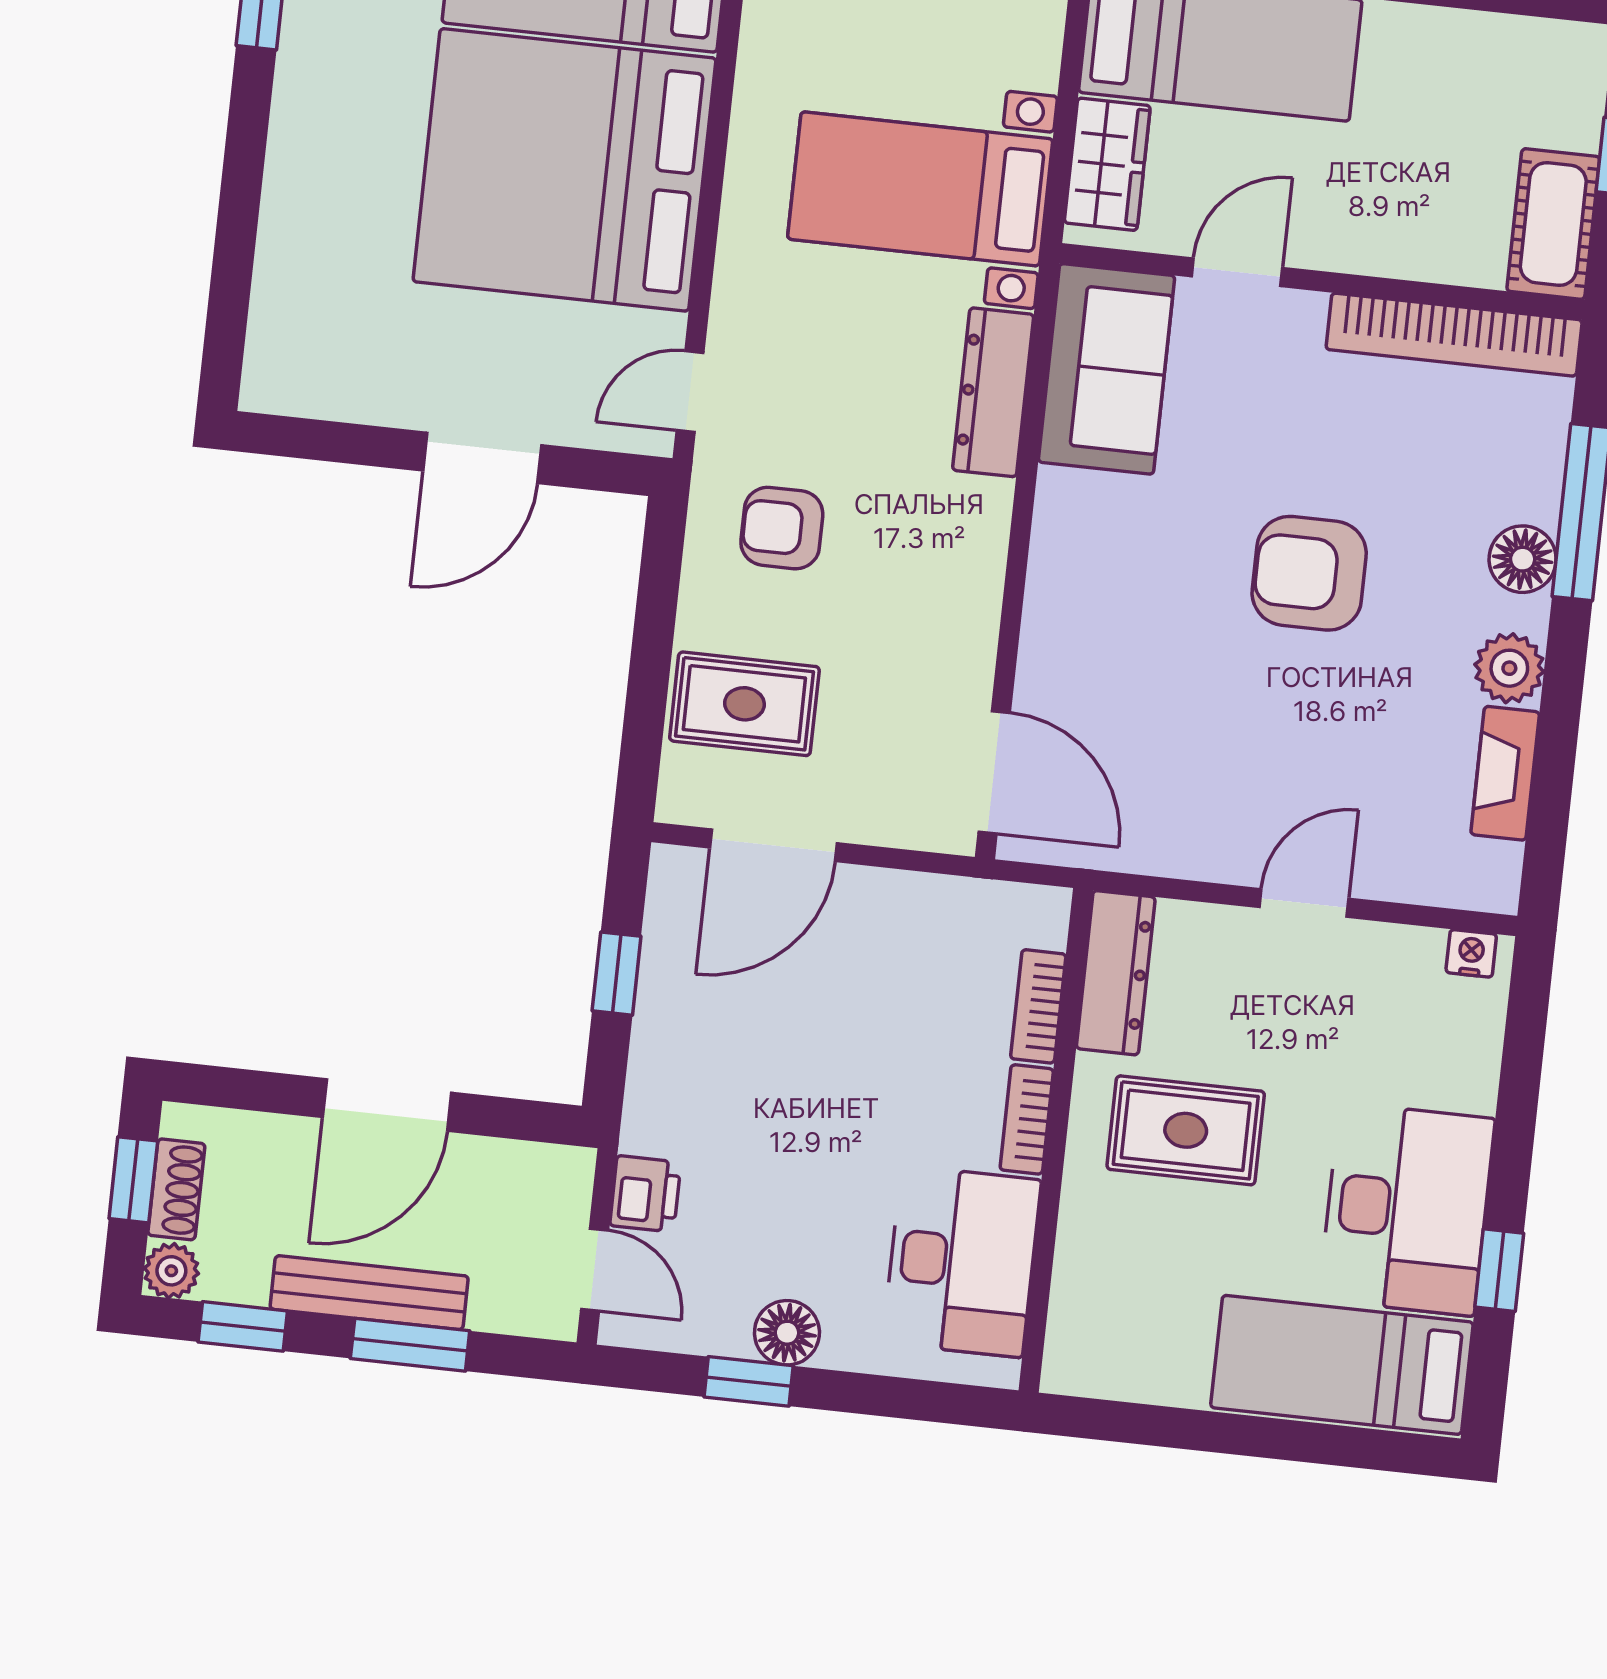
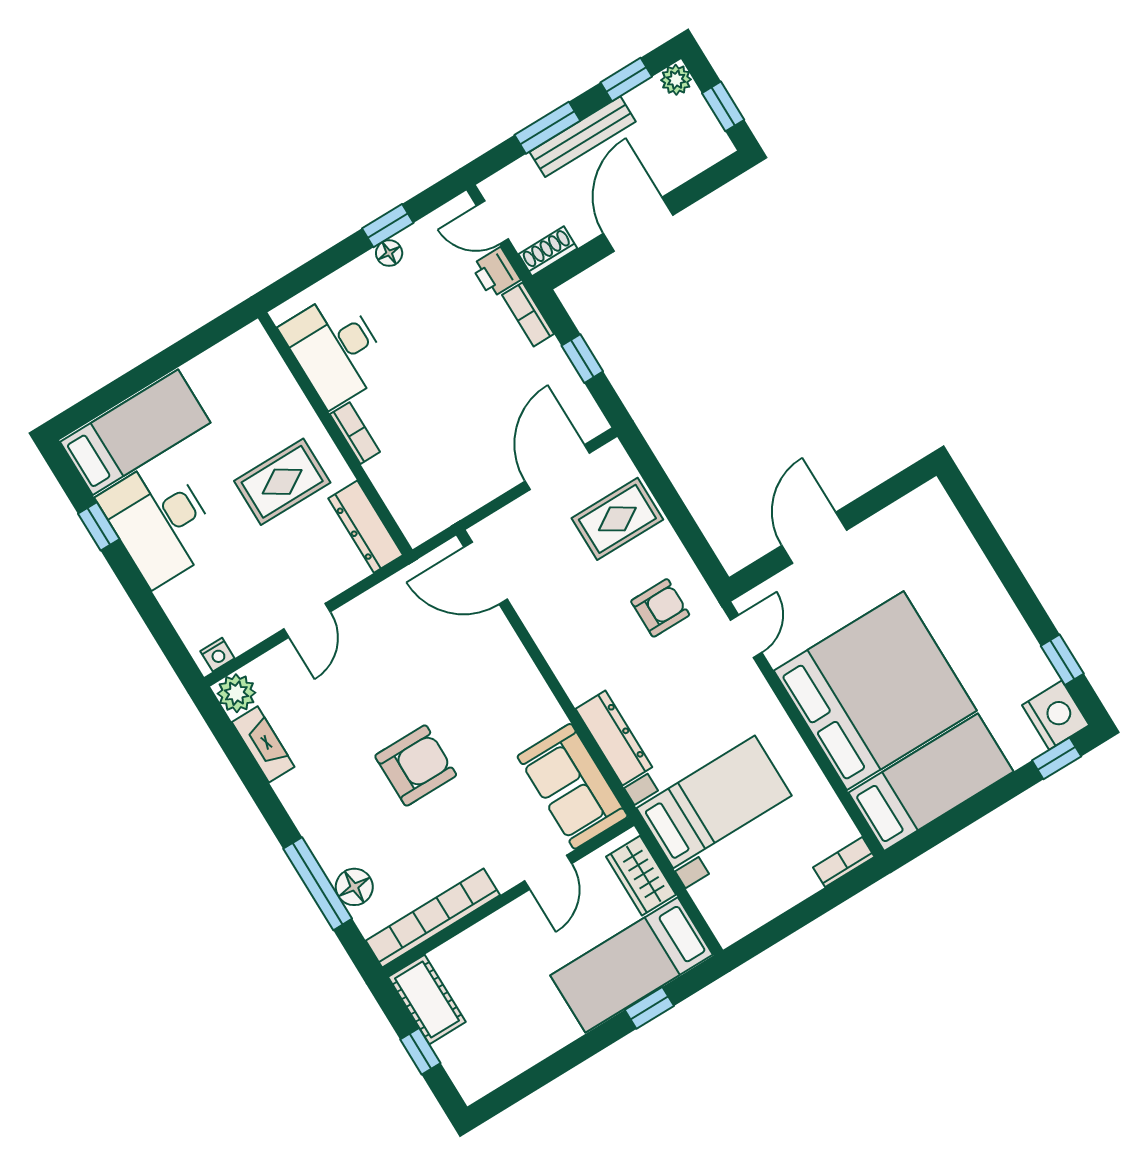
floor lamp: (1523, 559) -> (354, 887), moved
plant: (1509, 668) -> (236, 693), moved
bookcase: (1038, 1006) -> (528, 314), moved, turned 180
shoe rack: (176, 1189) -> (548, 251), moved, turned 90
floor lamp: (787, 1333) -> (389, 253), width x0.73, depth x0.73

